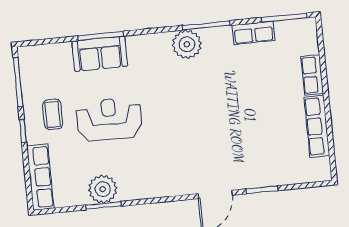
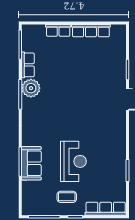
plant: (187, 44) -> (31, 88), moved
reception desk: (109, 119) -> (73, 161), turned 180
plant: (103, 189) -> (117, 170), removed

